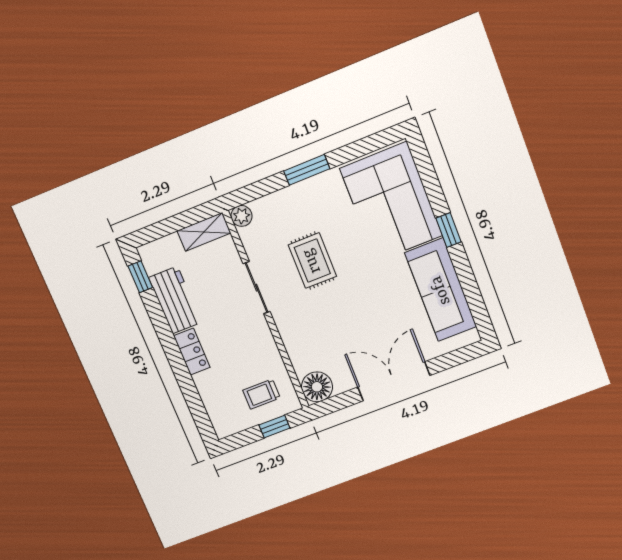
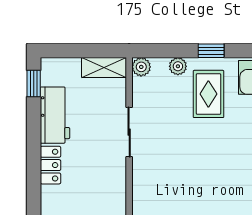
window: (307, 170) -> (211, 51), width x0.67
plant: (279, 200) -> (178, 66), added
rug: (312, 261) -> (208, 94), moved

